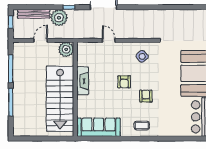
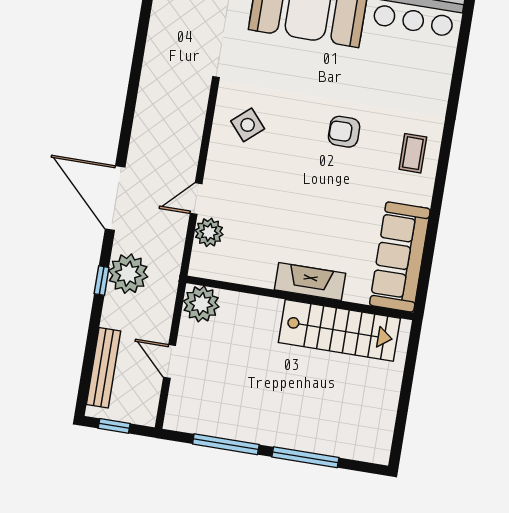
plant: (59, 18) -> (128, 274), moved
plant: (96, 48) -> (209, 232), added
fireplace: (83, 81) -> (310, 281), moved
armchair: (124, 82) -> (301, 178), removed
stairs: (60, 99) -> (339, 330), width x0.73, depth x0.66

